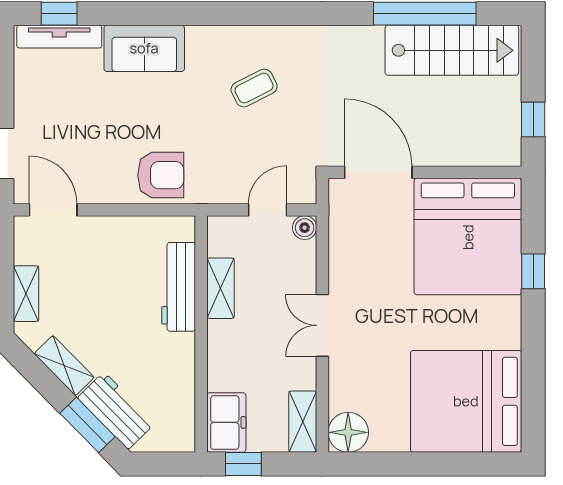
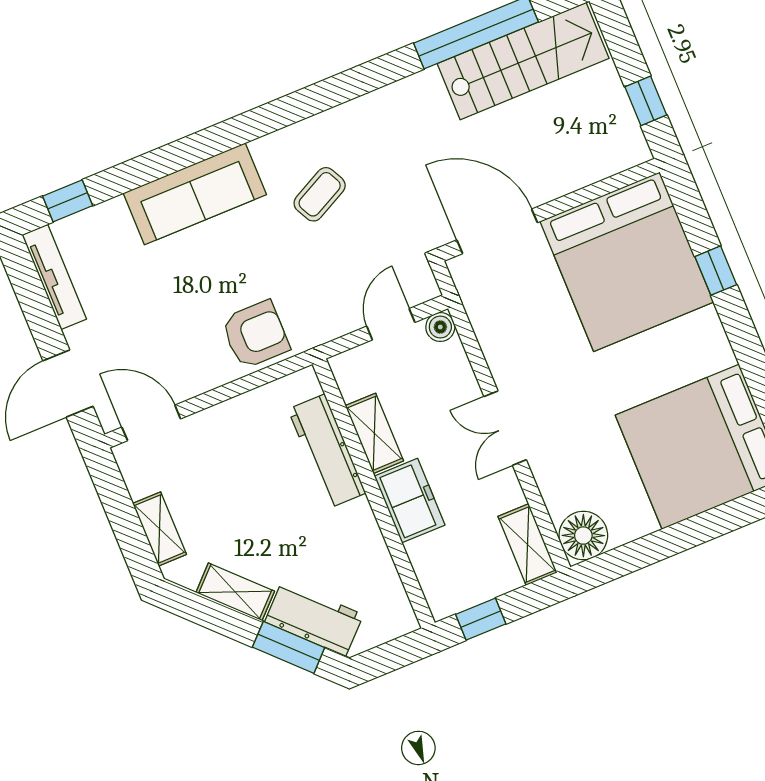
tv unit: (59, 37) -> (54, 277), moved, turned -90
sofa: (144, 48) -> (195, 194), width x1.36
freezer: (226, 422) -> (410, 501), moved

